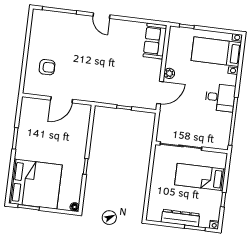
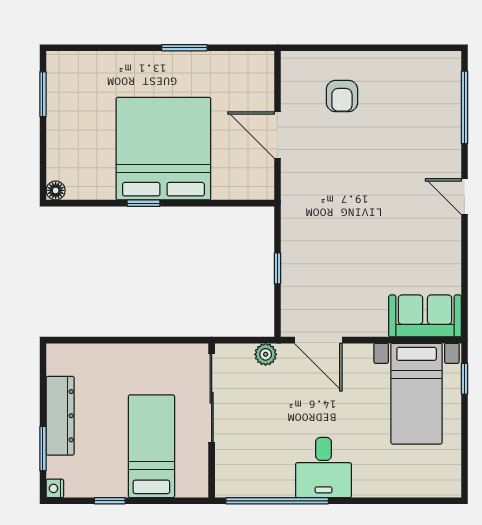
door: (101, 16) -> (464, 197), hinge flipped
bed with nightstands: (216, 52) -> (417, 394), moved, turned 180
plant: (169, 73) -> (266, 354), moved
bed: (35, 184) -> (163, 149), moved, turned 180

